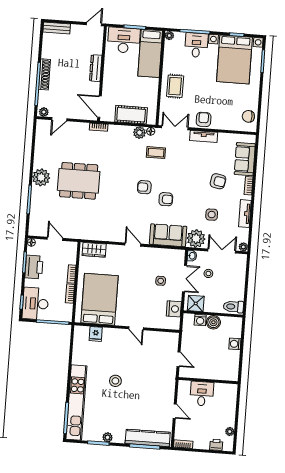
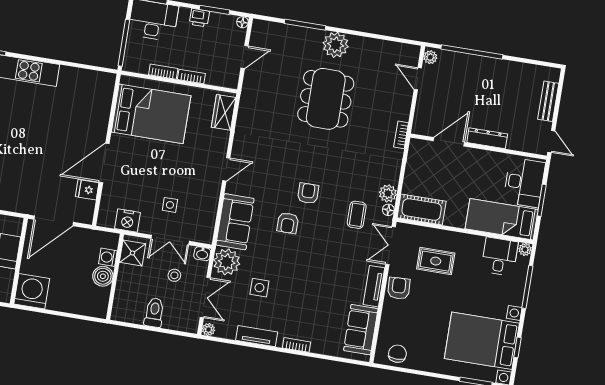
bench: (57, 28) -> (548, 101), moved
desk: (196, 45) -> (500, 256), moved, turned -90
shoe rack: (45, 74) -> (485, 63), removed
rug: (175, 86) -> (436, 261), moved
door: (100, 107) -> (449, 142), moved
cot: (131, 115) -> (422, 209), moved, turned 90
armchair: (204, 119) -> (399, 288), turned -93
double door: (175, 128) -> (390, 246), swing flipped
sofa: (245, 159) -> (361, 330), moved, turned -90
armchair: (218, 181) -> (307, 301), removed
printer: (34, 267) -> (199, 18), width x0.53, depth x0.68
toilet: (233, 307) -> (154, 312), moved
door: (136, 328) -> (104, 163), width x1.88
fridge: (96, 334) -> (87, 190), moved
washing machine: (235, 344) -> (32, 291), moved, width x1.89, depth x1.89
door: (179, 359) -> (54, 221), width x1.88
stool: (115, 381) -> (30, 126), removed

